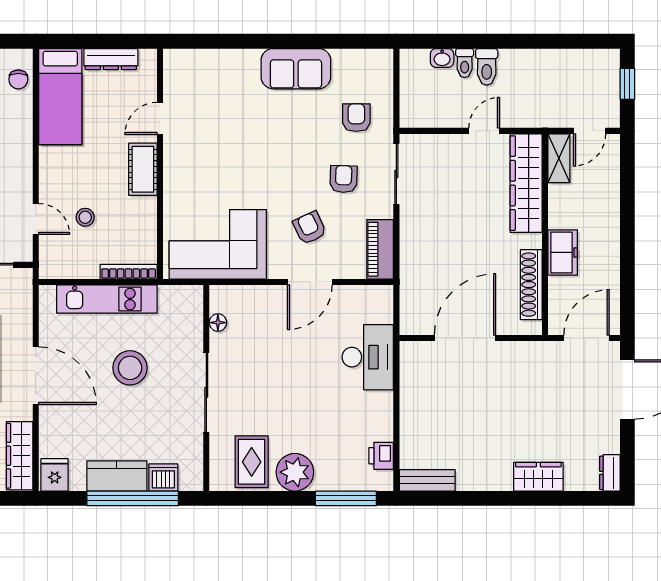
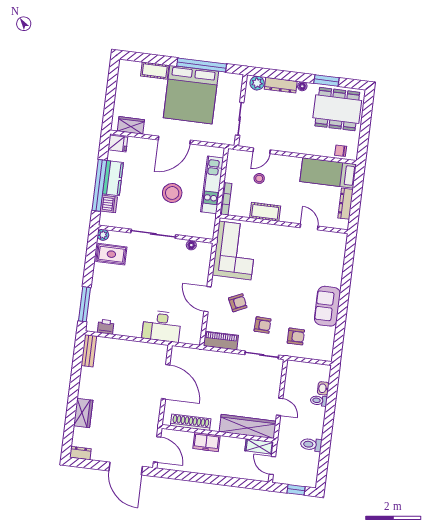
toilet: (487, 67) -> (311, 445), moved
cot: (143, 169) -> (265, 212), moved
wardrobe: (20, 456) -> (131, 125), width x0.67
plant: (295, 472) -> (103, 235), moved, width x0.53, depth x0.53

